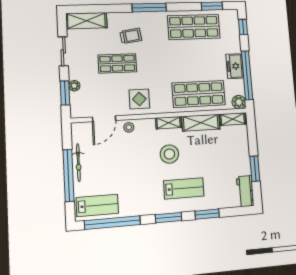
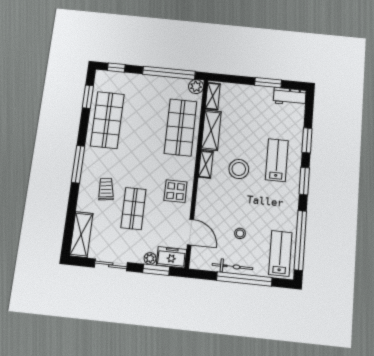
freezer: (235, 66) -> (171, 257), moved, turned 180
stool: (129, 127) -> (240, 233), moved

